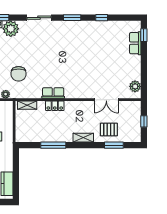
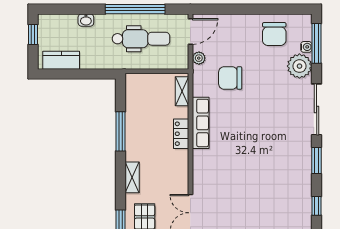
sliding door: (39, 18) -> (317, 109), width x1.37
row of seats: (53, 93) -> (201, 123), width x1.48

